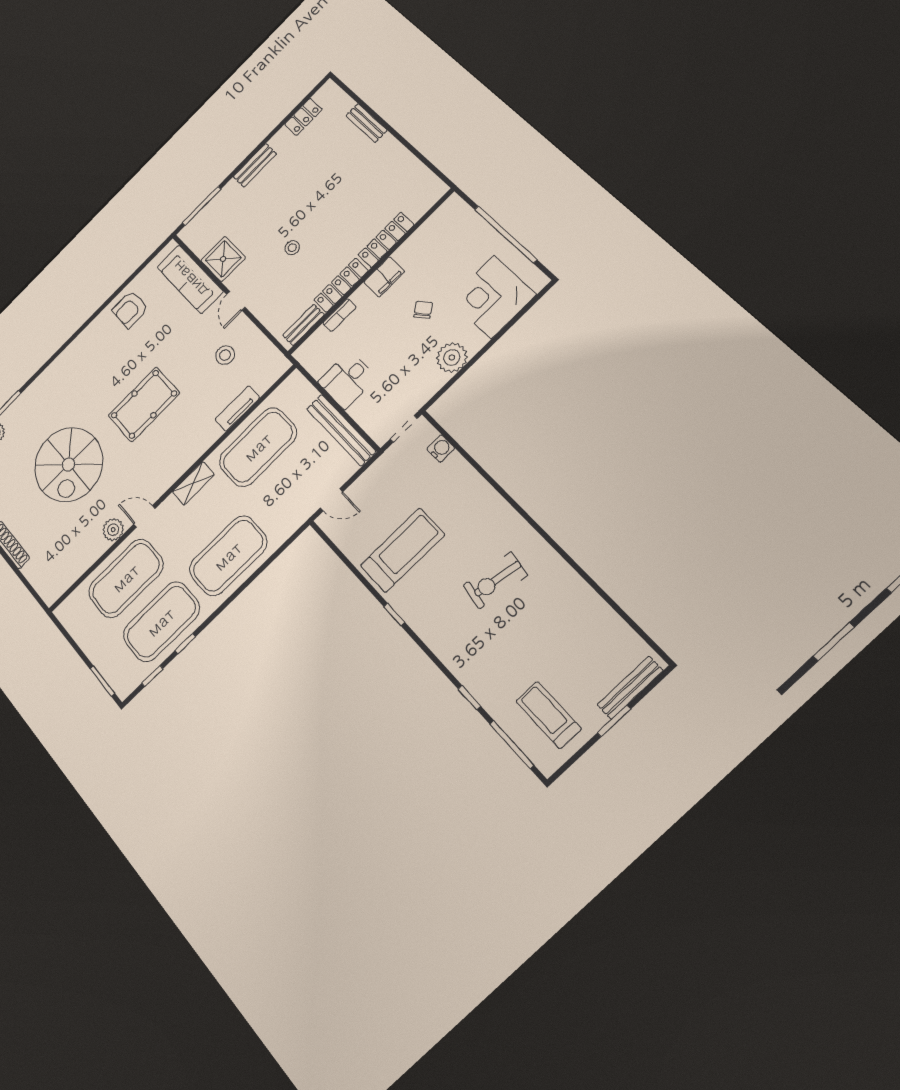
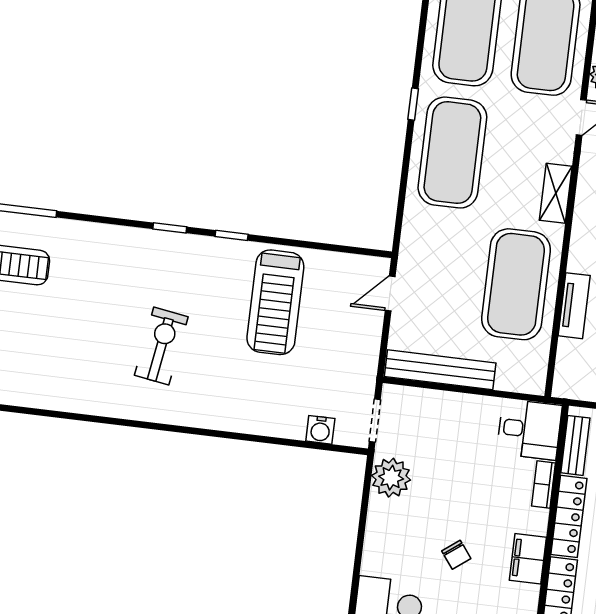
plant: (452, 357) -> (391, 478), moved
desk: (347, 380) -> (529, 429), moved, turned 90
window: (185, 644) -> (413, 104), moved
window: (469, 698) -> (170, 228), moved

